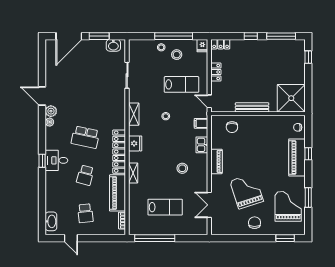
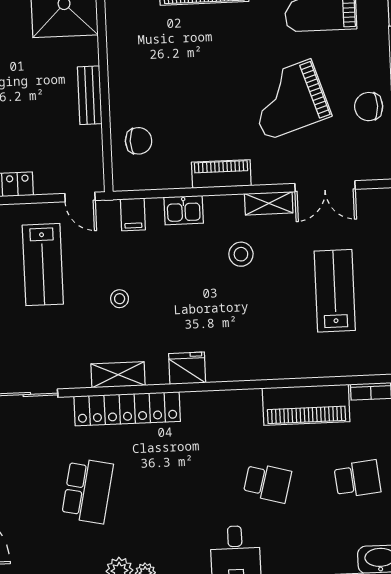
lab bench: (182, 84) -> (43, 265), turned 180
door: (209, 101) -> (80, 197), hinge flipped
bench: (252, 107) -> (90, 95), width x0.73
school desk: (85, 137) -> (87, 491), moved
locker: (119, 152) -> (127, 409), moved
shelving: (133, 173) -> (269, 203), moved
chair: (255, 223) -> (369, 107), moved

